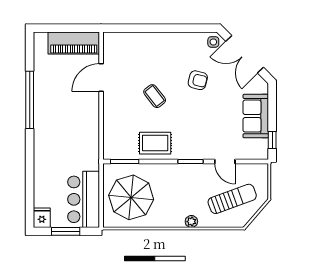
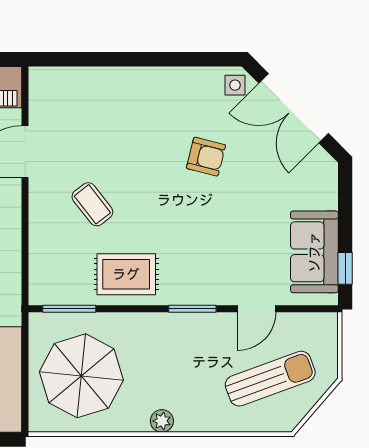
coffee table: (155, 96) -> (92, 204), moved
sofa: (256, 116) -> (314, 252), moved
door: (225, 161) -> (257, 309), hinge flipped
plant: (191, 222) -> (162, 421), moved

